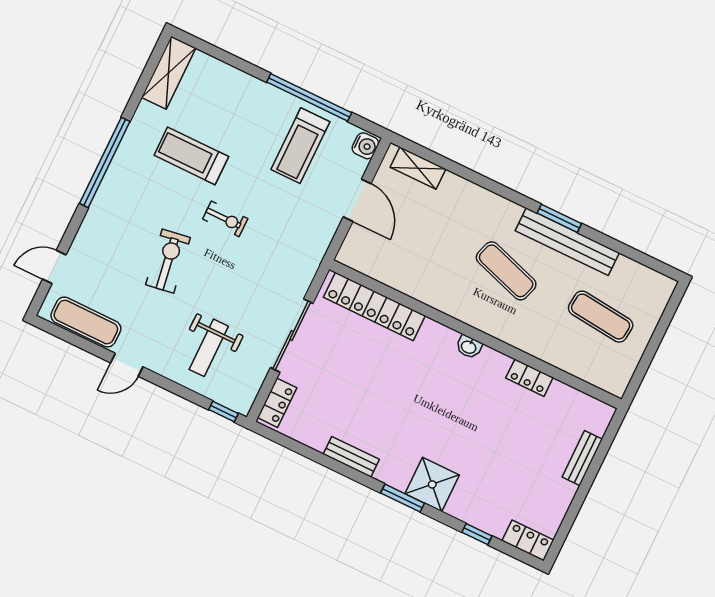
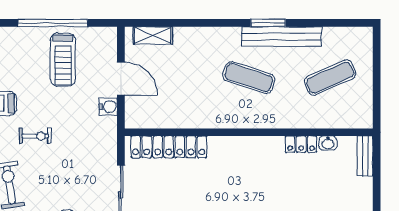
water cooler: (365, 146) -> (108, 107), moved
exercise mat: (601, 317) -> (330, 78), turned -30
washbasin: (469, 347) -> (328, 143), moved
bench: (582, 458) -> (365, 156), moved

